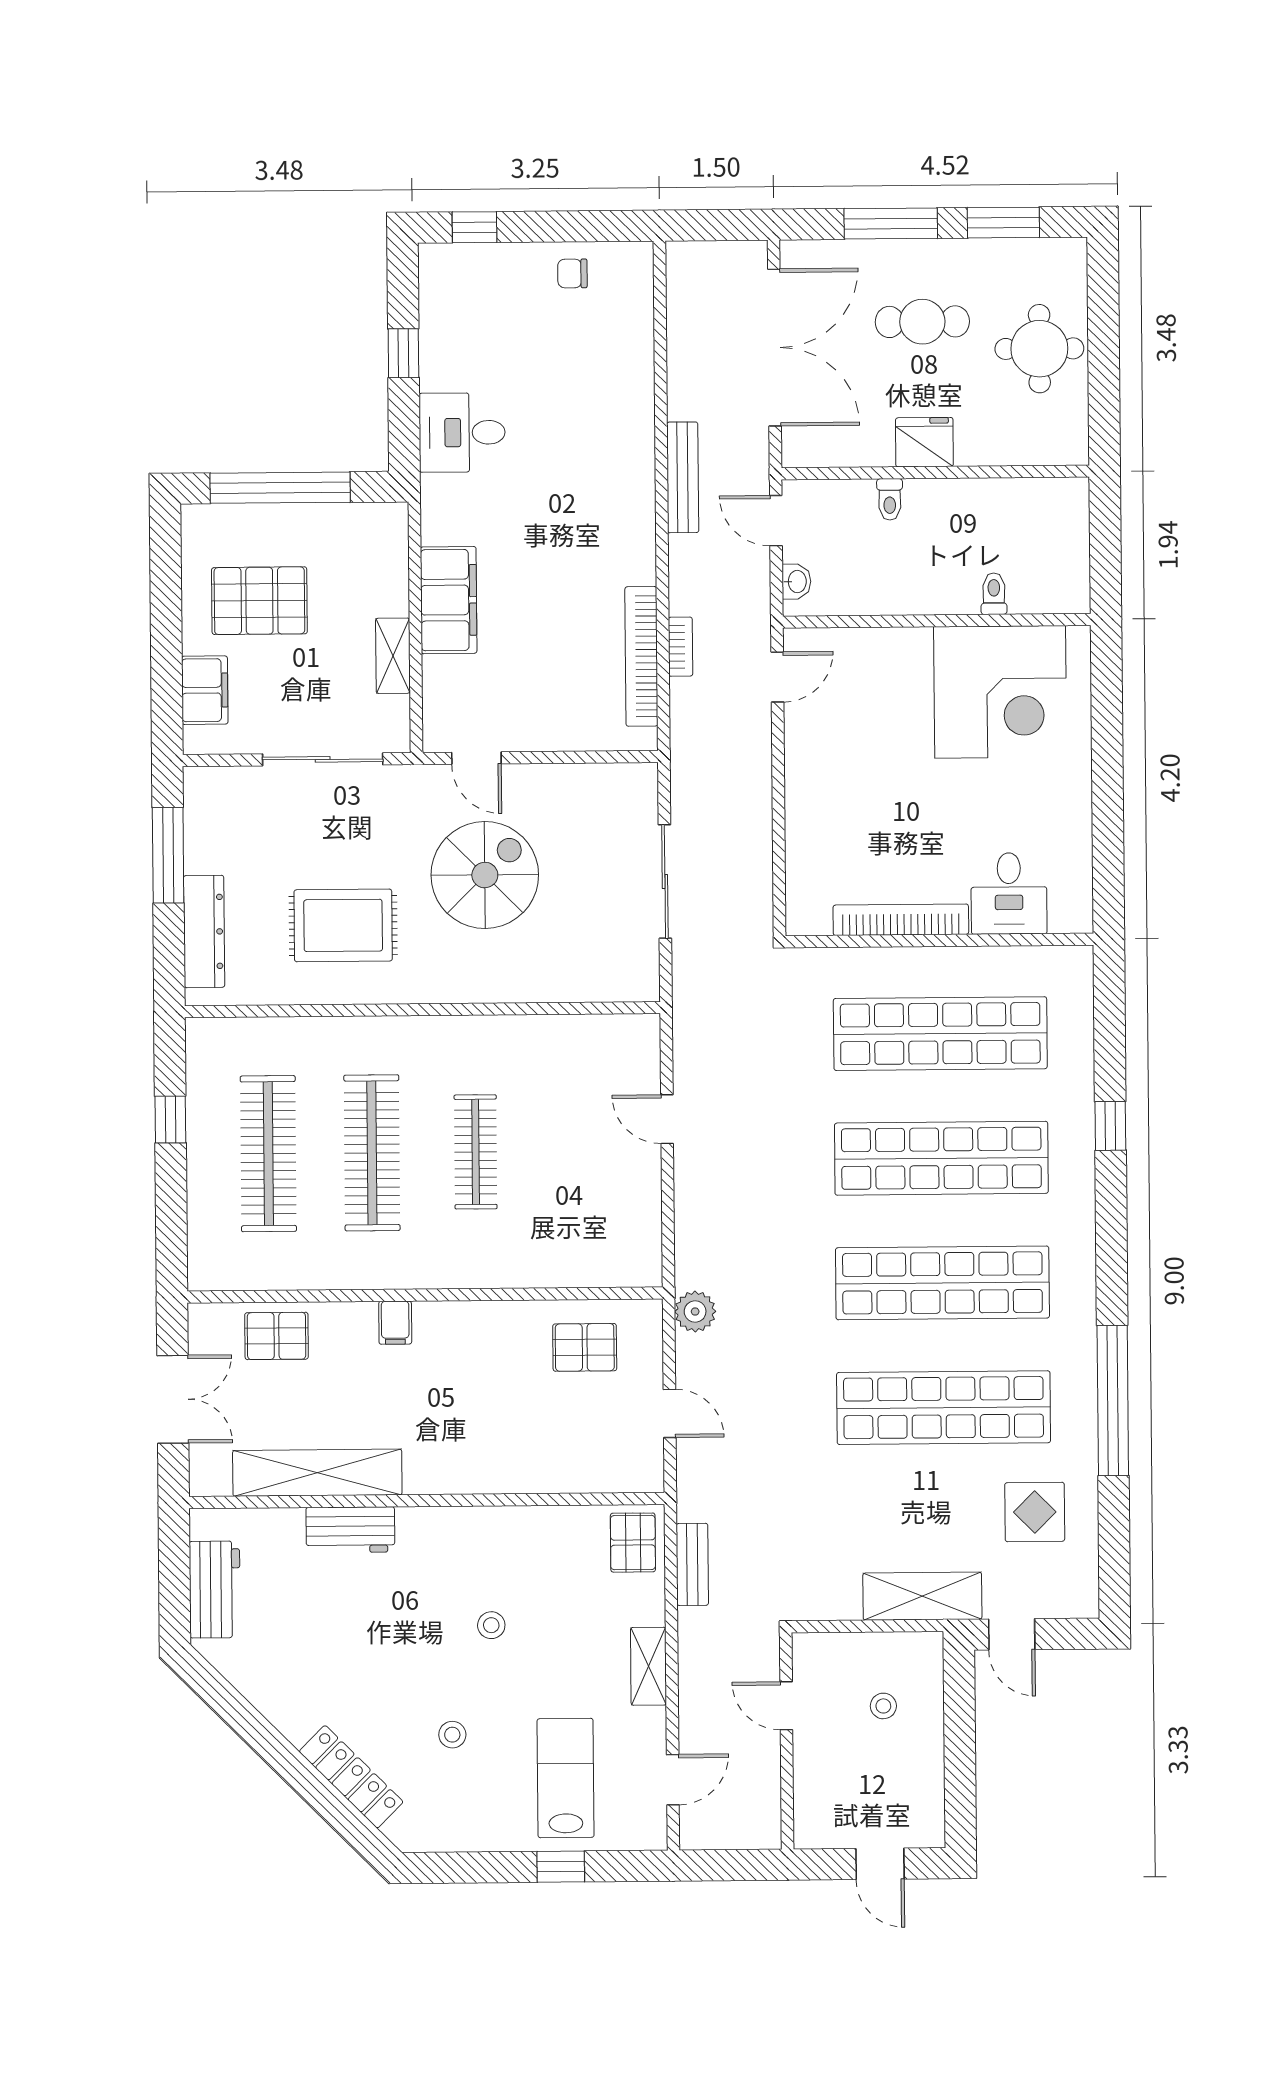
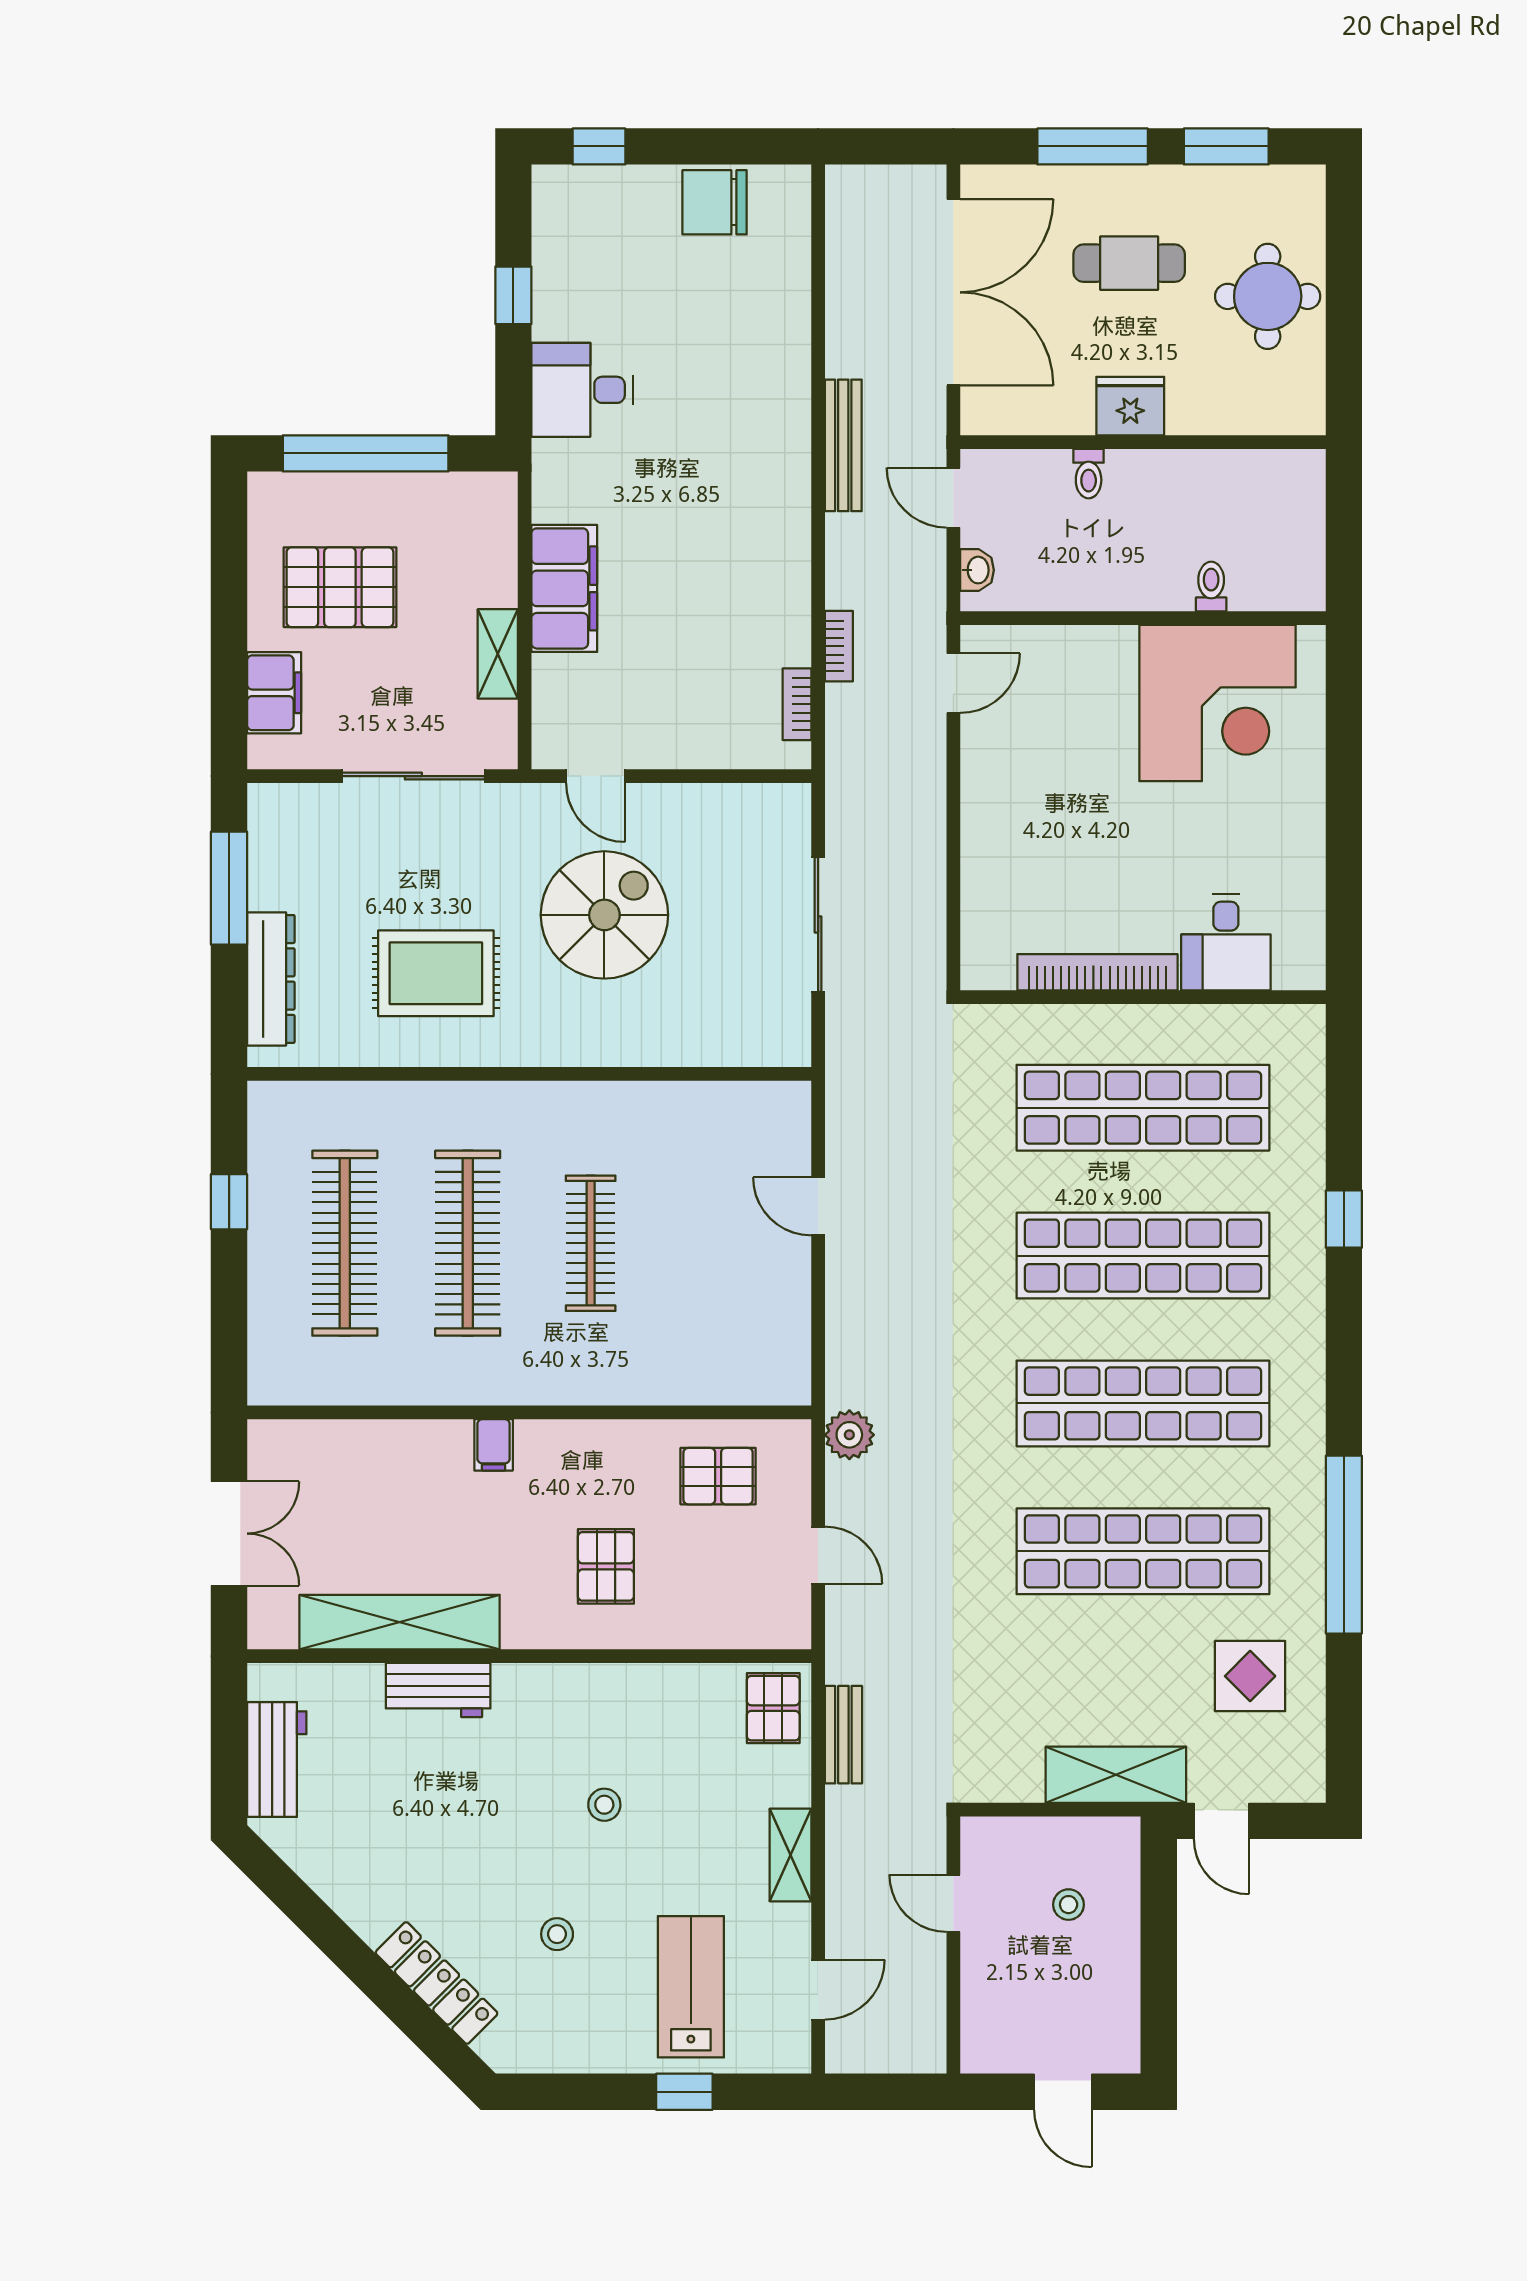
chair: (572, 273) -> (715, 202), width x1.87, depth x1.87
bookcase: (641, 656) -> (797, 704), width x0.43, depth x0.76
pallet: (277, 1336) -> (606, 1566), moved, turned 90

